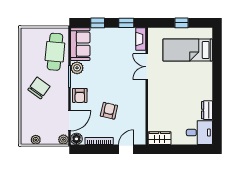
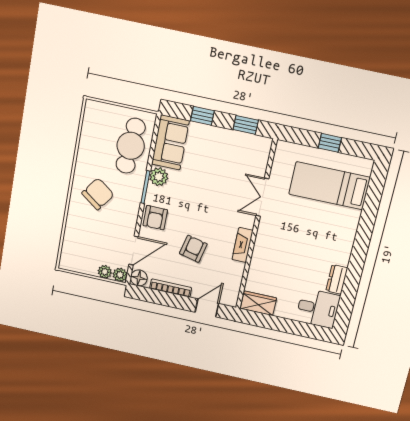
fireplace: (141, 39) -> (243, 245), moved
plant: (36, 140) -> (105, 272), moved

